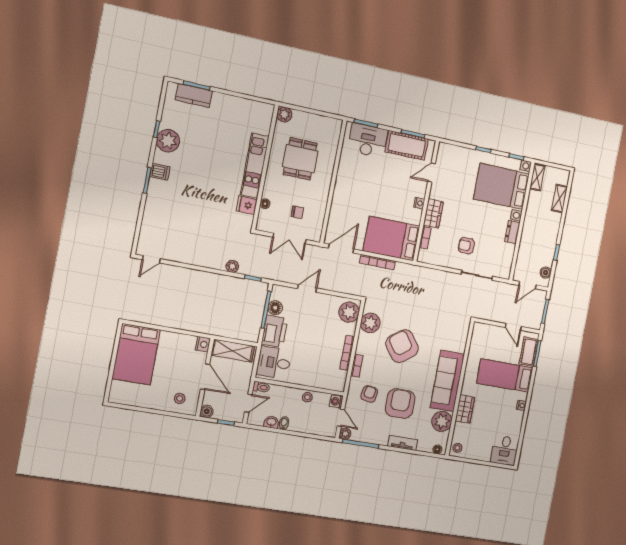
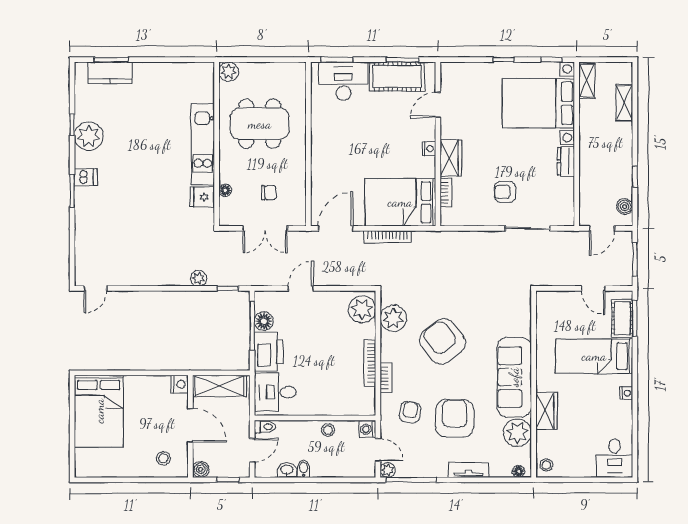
dining table: (300, 159) -> (260, 124), width x1.38

